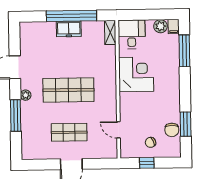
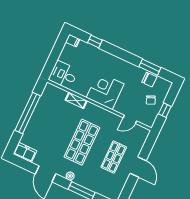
plant: (160, 26) -> (68, 50), removed
freezer: (69, 29) -> (25, 152), moved, turned -90
shelving: (110, 32) -> (76, 100), moved
window: (184, 51) -> (95, 41), width x0.46
corner desk: (136, 74) -> (105, 91), moved

